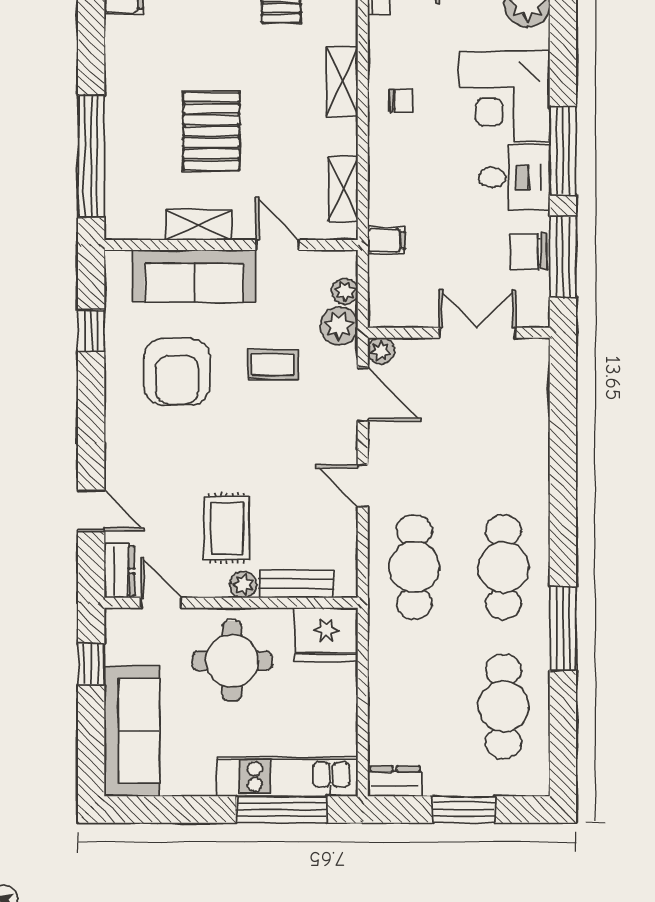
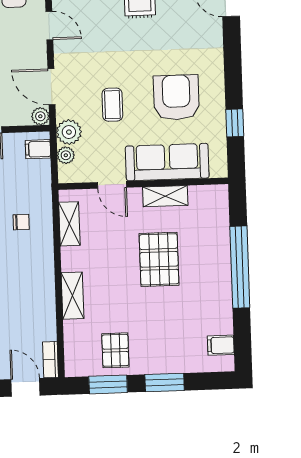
chair: (401, 101) -> (21, 222), moved, turned 180
window: (91, 156) -> (240, 267), moved
filing cabinet: (386, 240) -> (38, 149), moved
coffee table: (273, 364) -> (112, 105), turned 90

